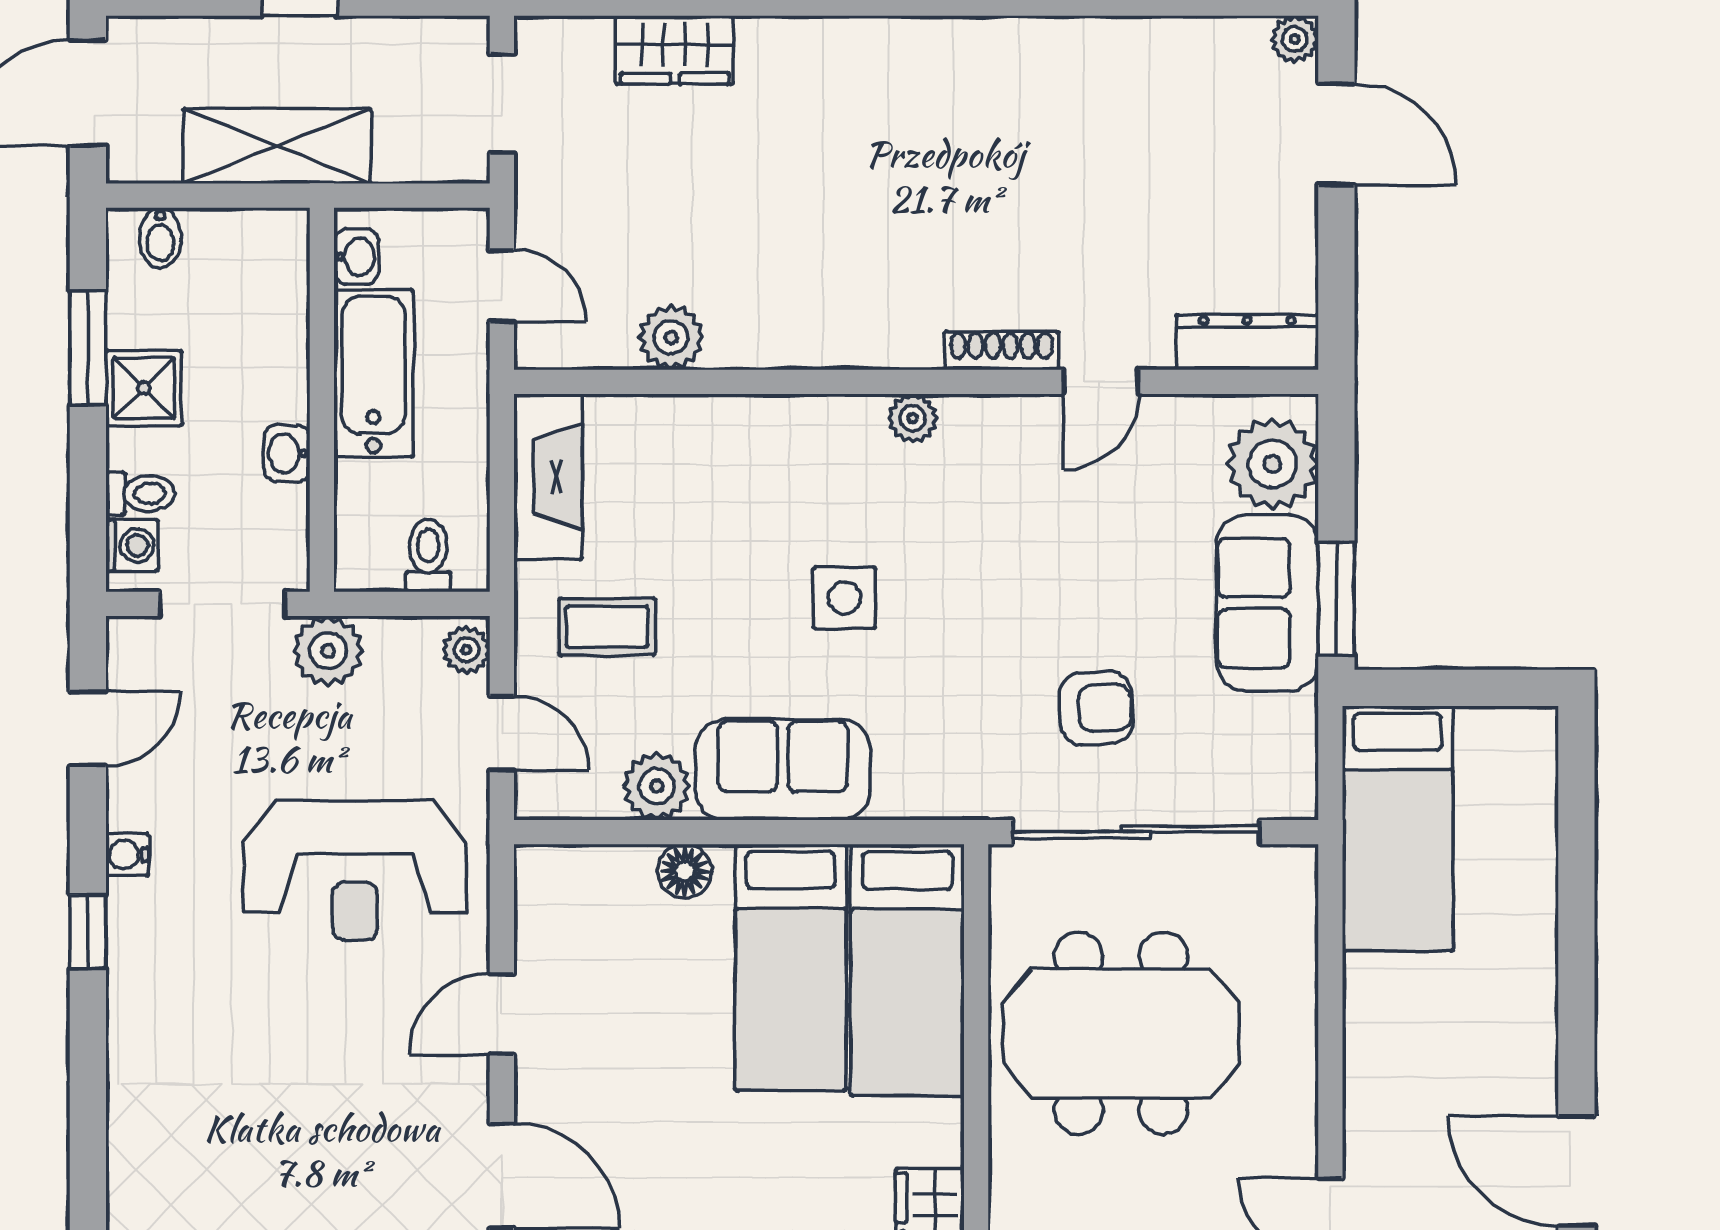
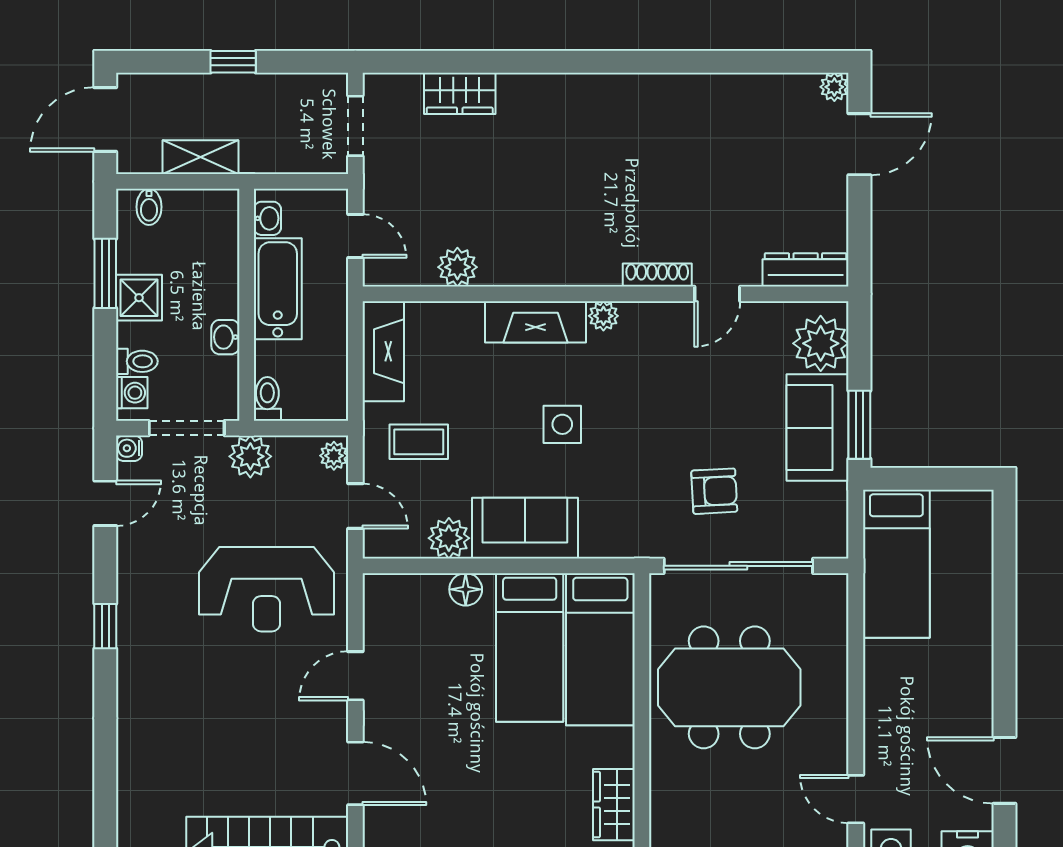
door: (1336, 134) -> (859, 144), hinge flipped
shelving: (277, 146) -> (201, 157), width x0.67, depth x0.75
fireplace: (800, 428) -> (536, 322), added
toilet: (428, 556) -> (267, 399), moved
water cooler: (127, 854) -> (129, 448), moved

